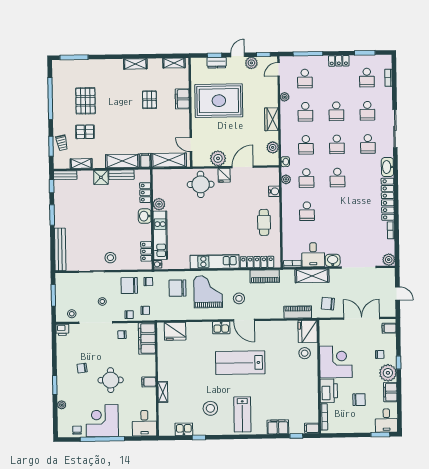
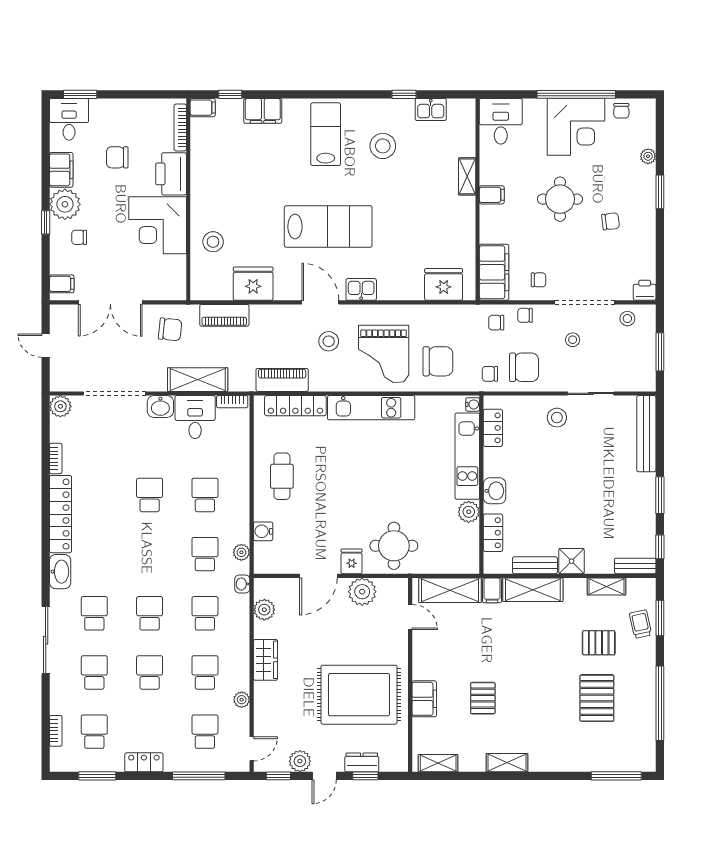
school desk: (337, 178) -> (150, 495), moved
fridge: (308, 331) -> (253, 284), moved, turned -90

